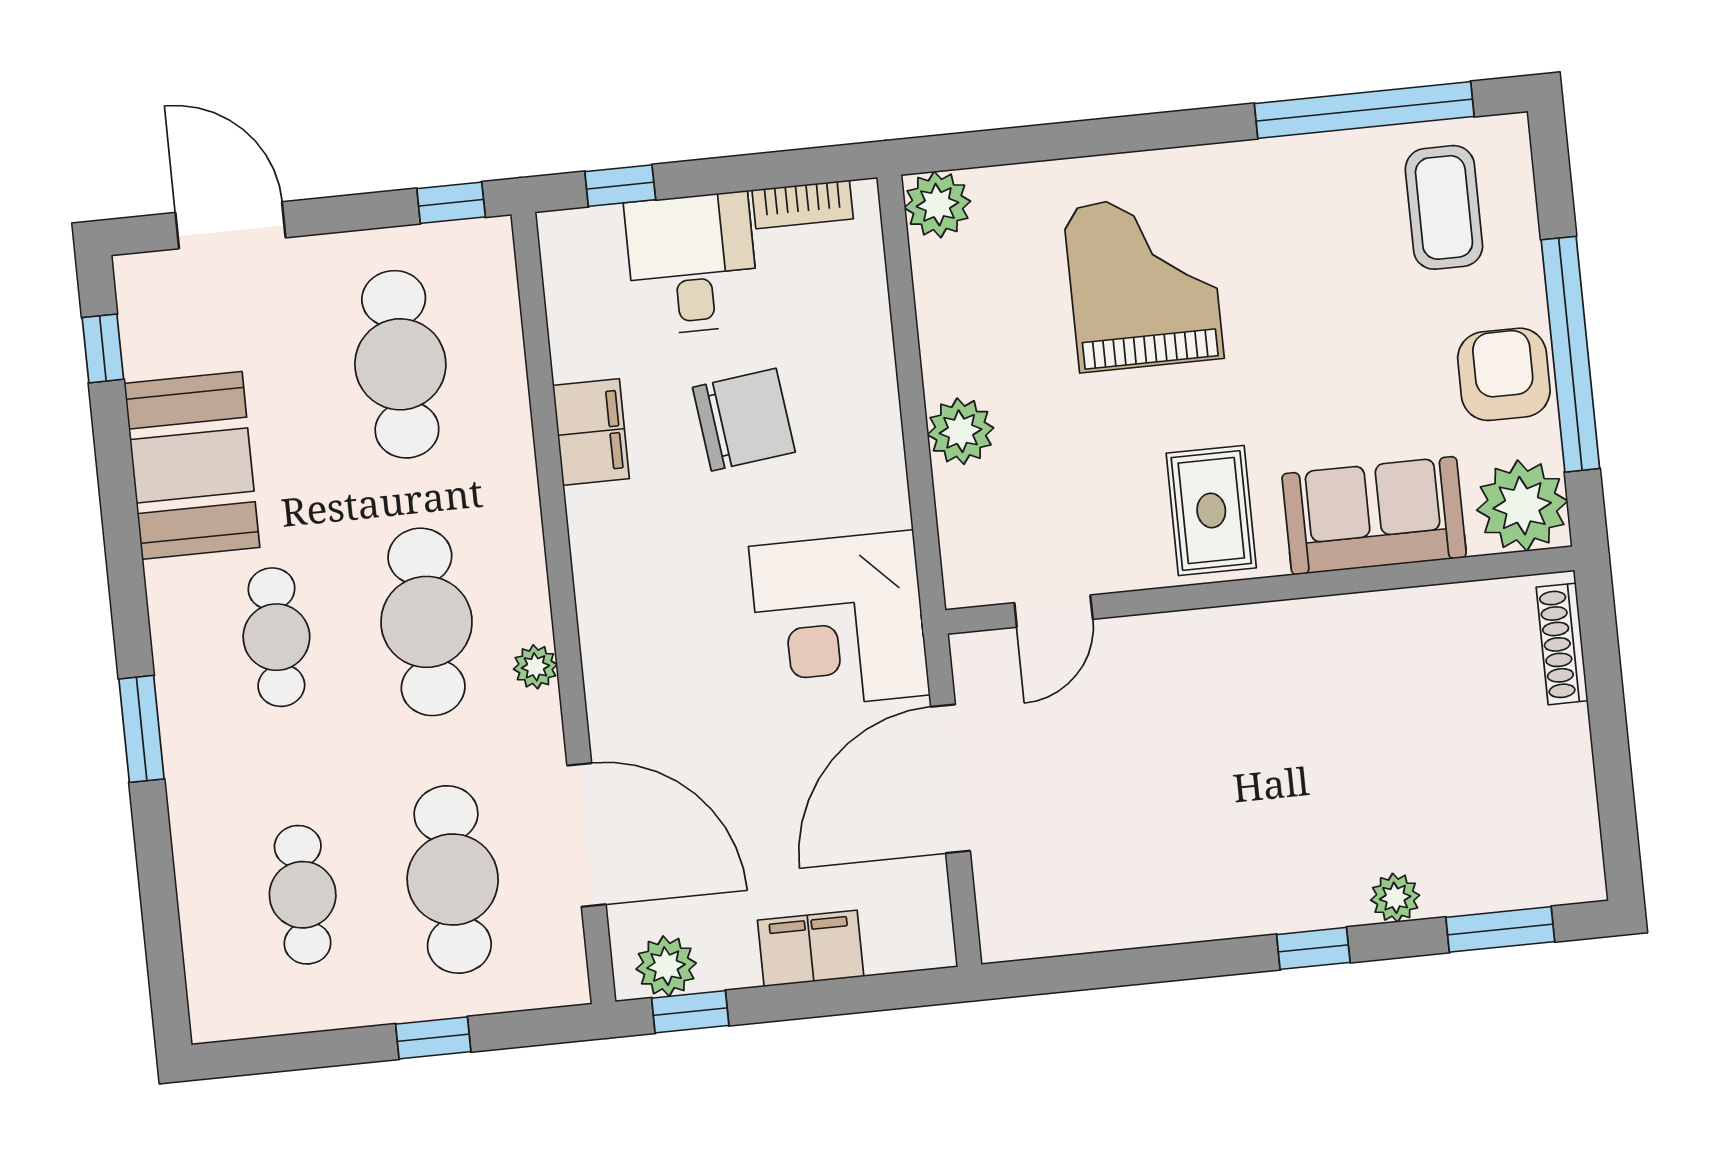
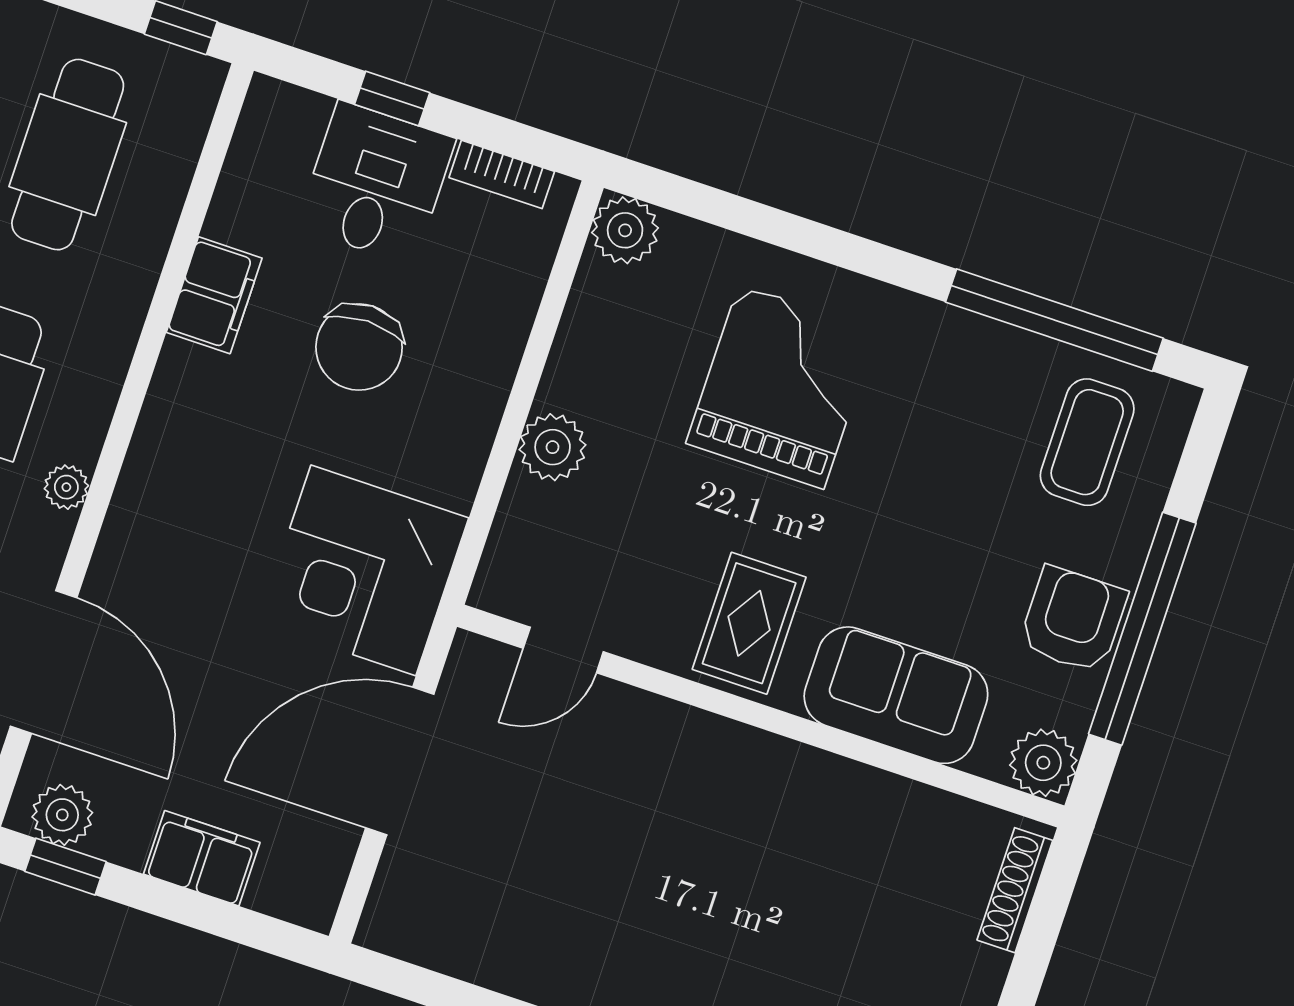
window: (620, 186) -> (392, 98), moved
chair: (744, 420) -> (359, 347), turned 97
plant: (1522, 506) -> (1043, 763), width x0.73, depth x0.73

